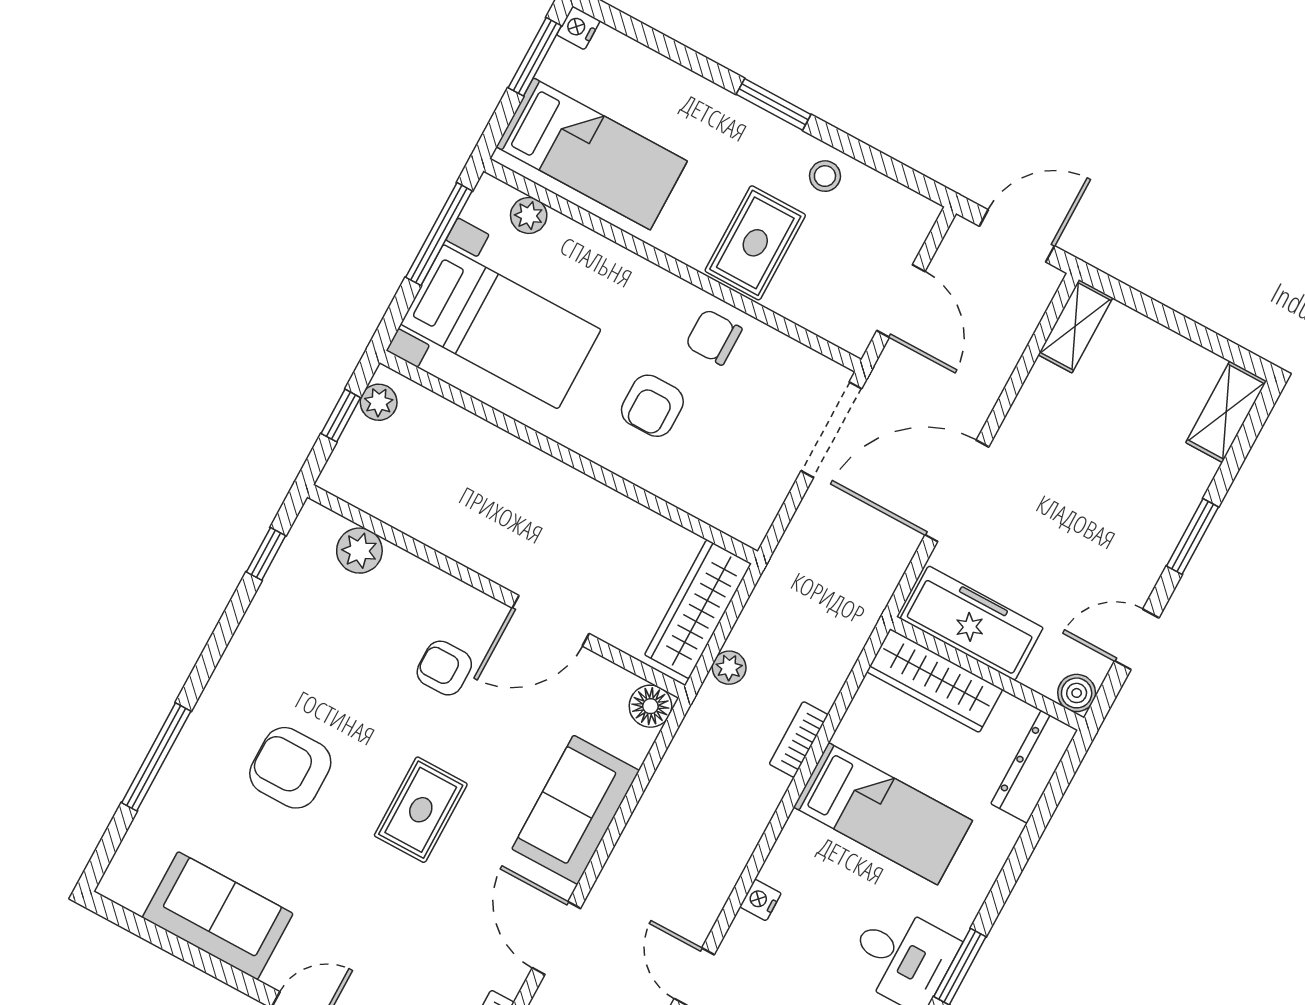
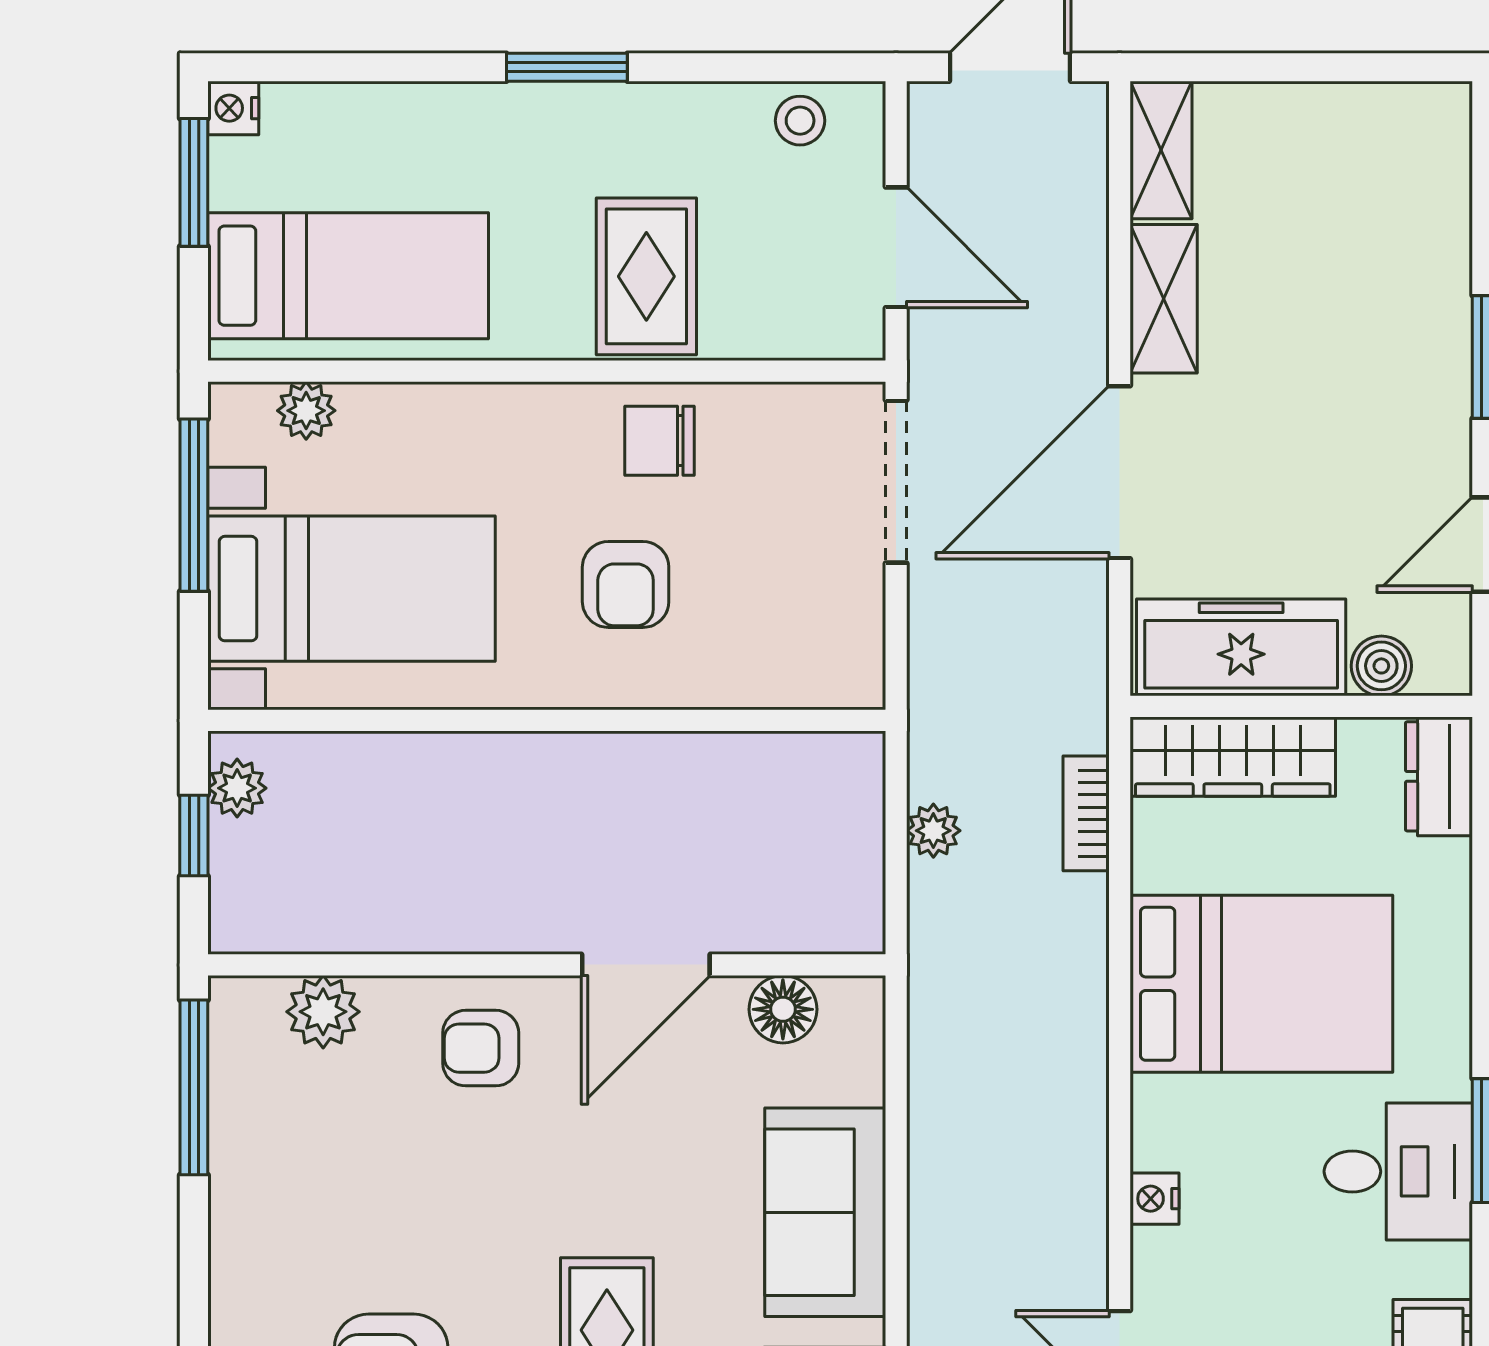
stool: (825, 176) -> (800, 121), moved
shelving: (1226, 412) -> (1164, 299), moved
window: (266, 554) -> (194, 1087), width x2.17
wardrobe: (698, 609) -> (845, 836), removed
armchair: (444, 668) -> (481, 1048), moved
plant: (729, 668) -> (933, 831), moved
boiler: (1077, 693) -> (1381, 666), moved
floor lamp: (650, 706) -> (783, 1009), moved
bookcase: (799, 739) -> (1086, 813), moved
dresser: (1034, 767) -> (1439, 776), width x0.70
bed: (883, 814) -> (1261, 984), width x1.50

